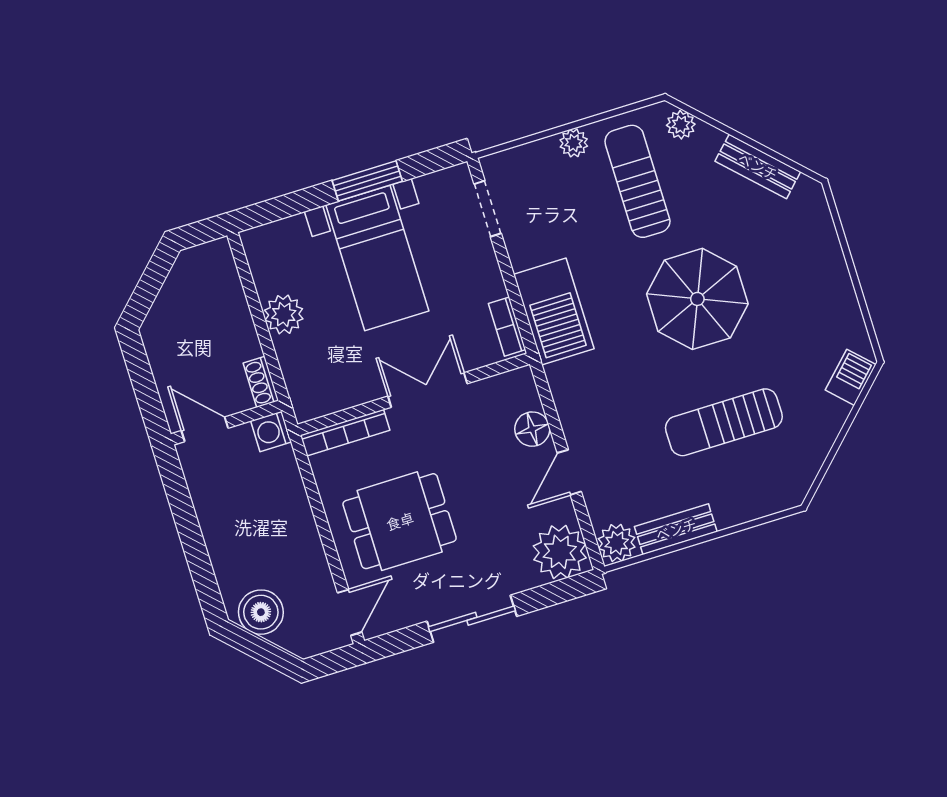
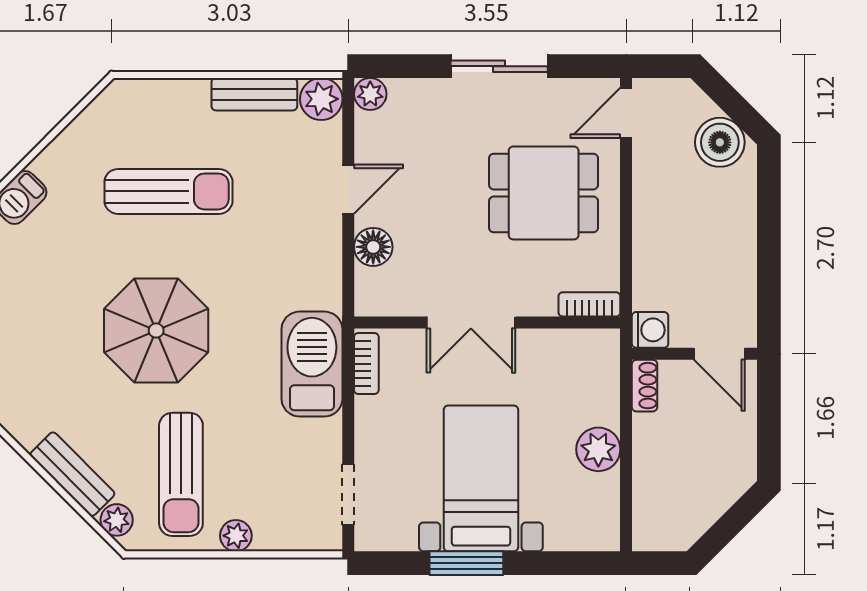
bench: (758, 166) -> (72, 474), moved
bookcase: (345, 433) -> (589, 304), width x0.64
plant: (560, 552) -> (370, 94), width x0.53, depth x0.53

